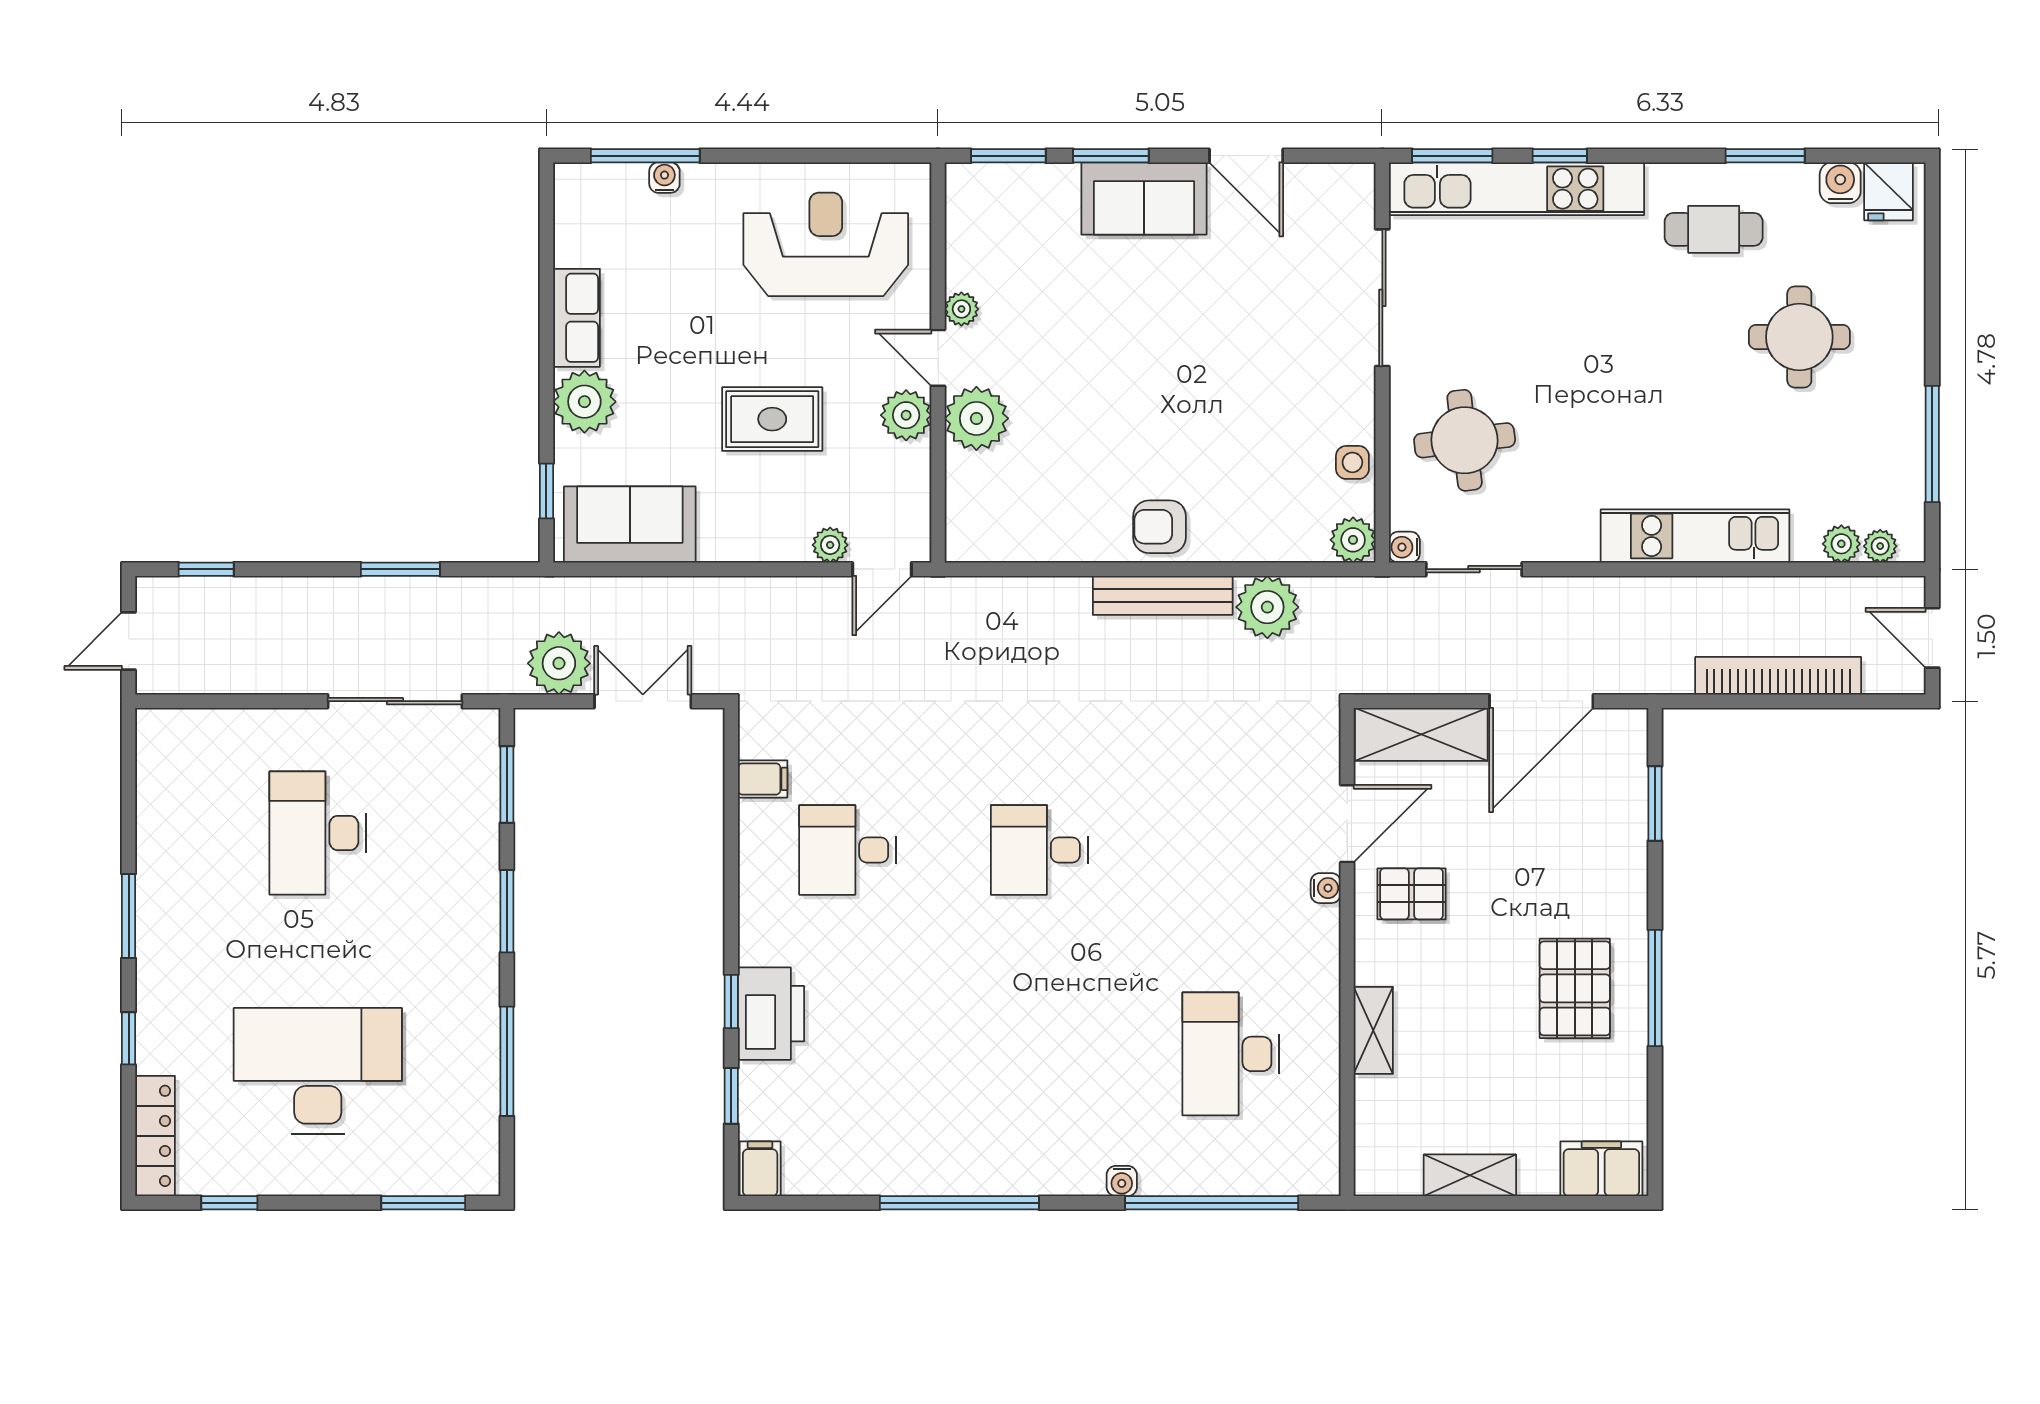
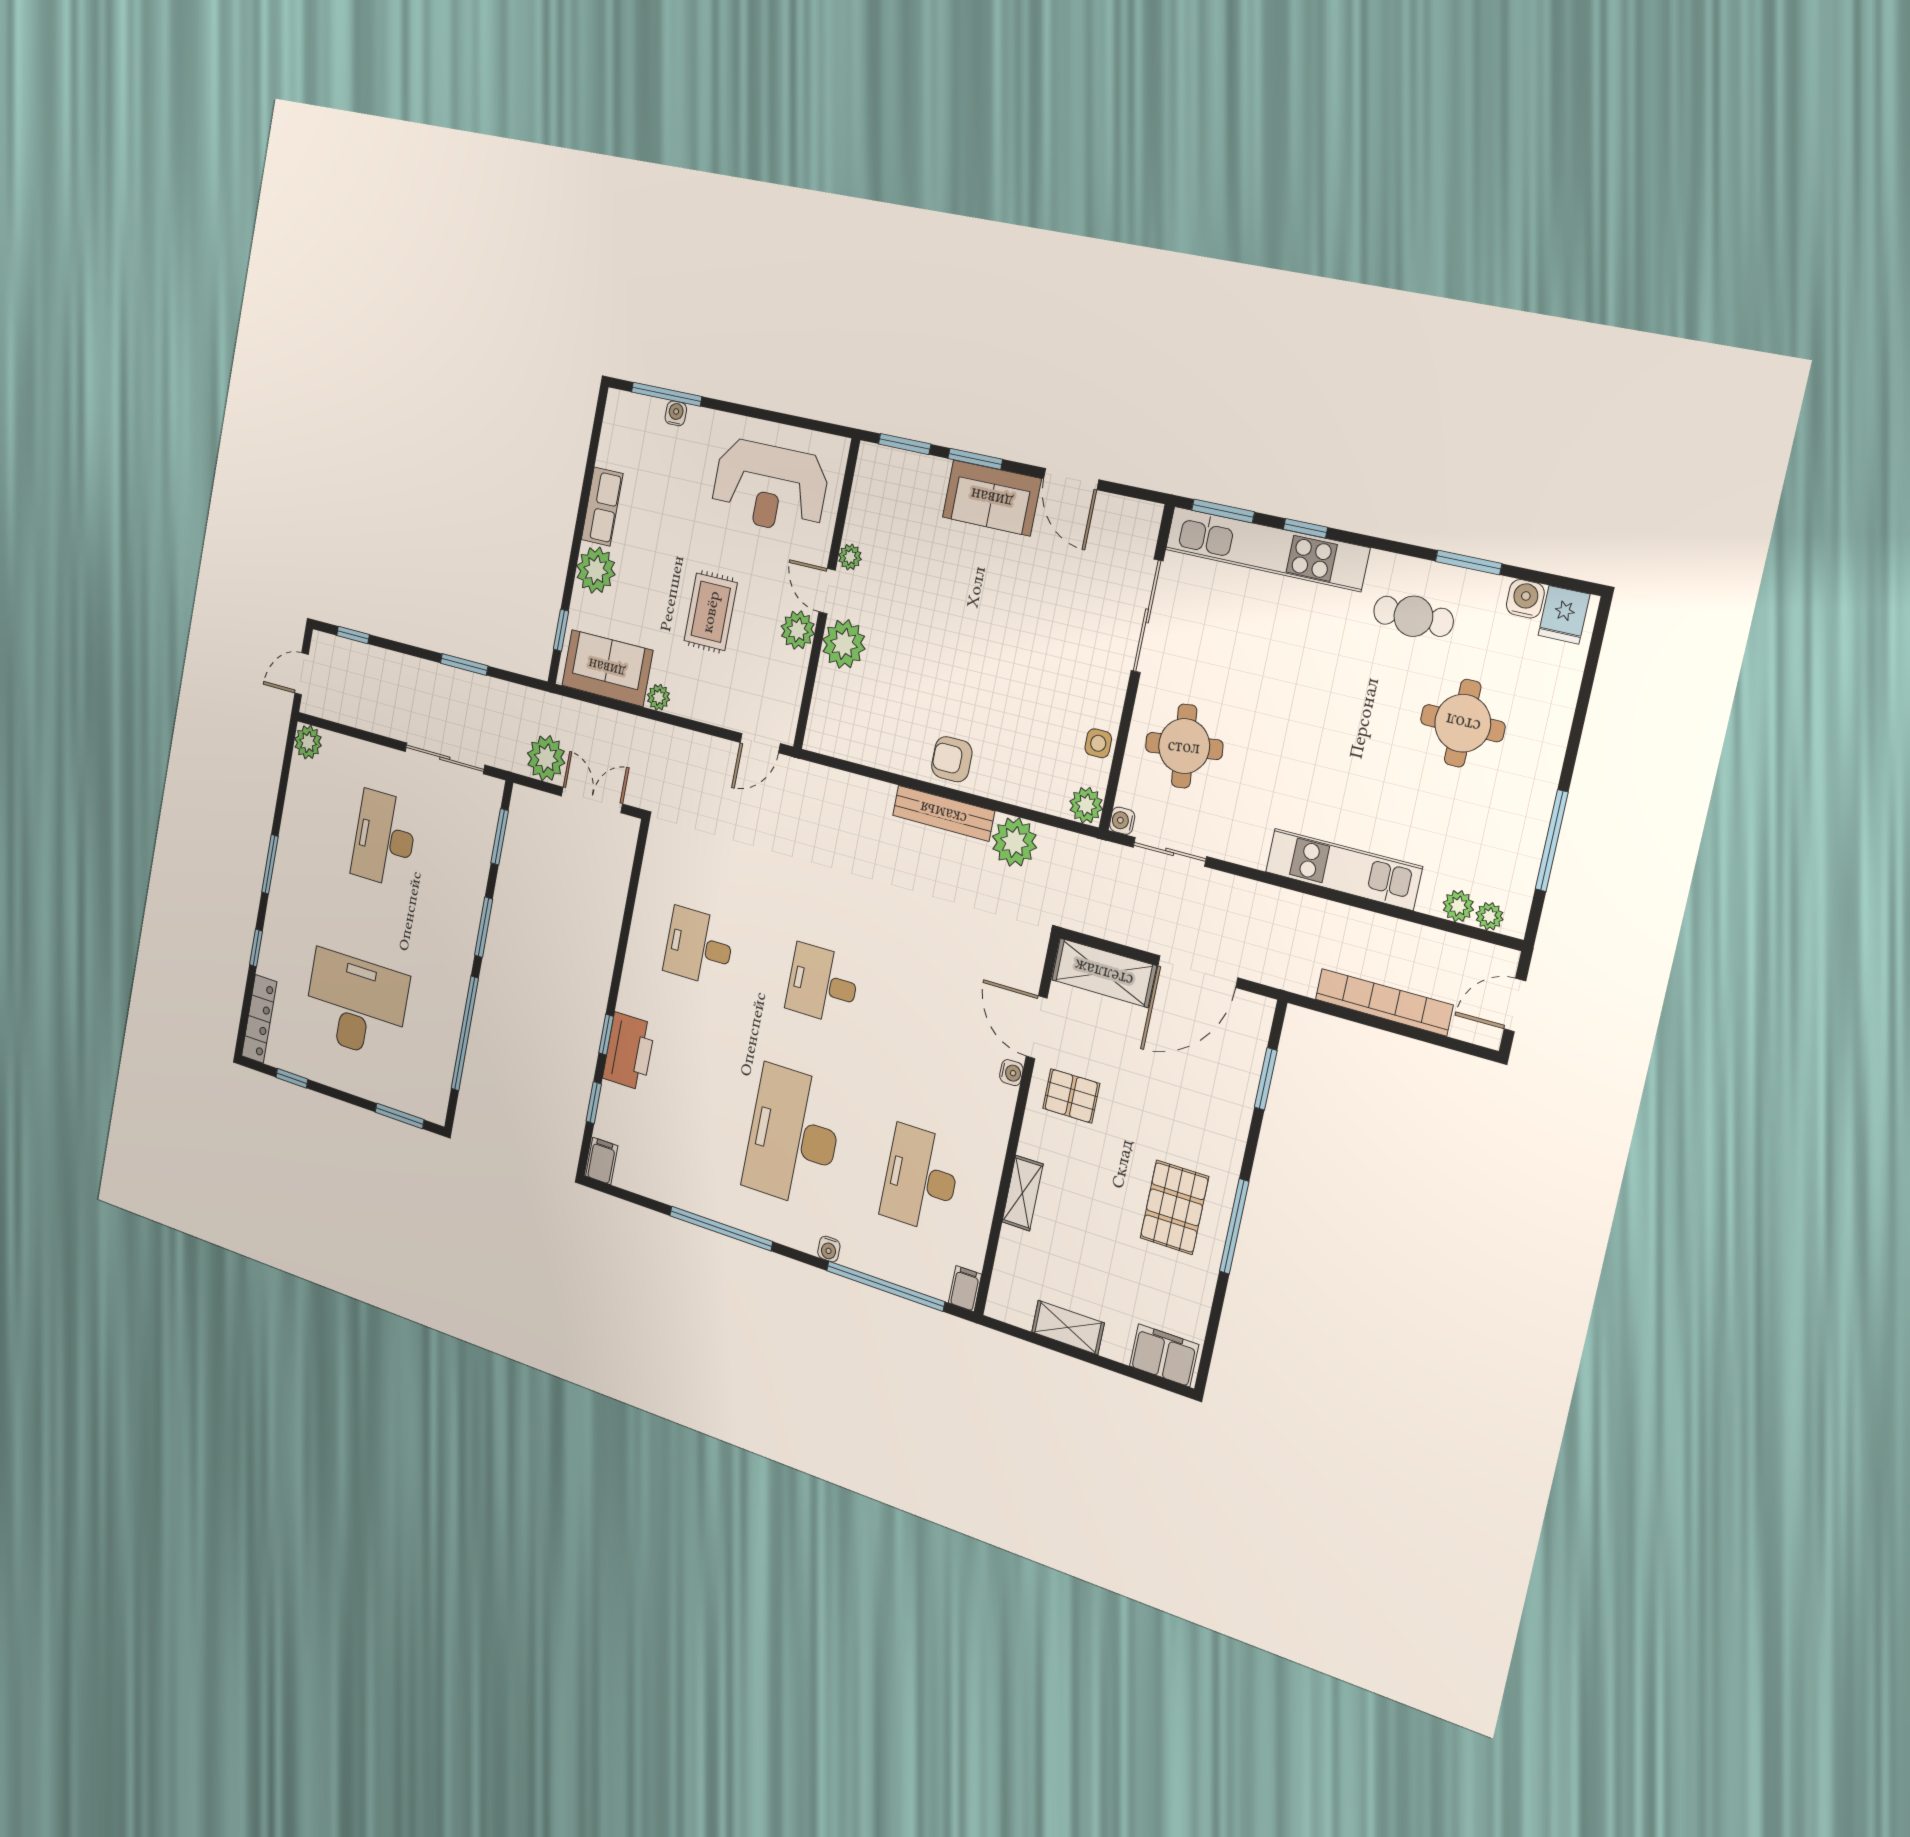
reception desk: (826, 244) -> (770, 487), turned 180
rug: (772, 419) -> (711, 612), turned 90
plant: (830, 545) -> (658, 697), moved
door: (1932, 638) -> (1515, 1005), hinge flipped
plant: (159, 732) -> (308, 742), added
filing cabinet: (763, 779) -> (965, 1289), moved, turned -90
door: (1347, 824) -> (1037, 1027), swing flipped
desk: (1039, 1054) -> (793, 1136), added
window: (507, 1061) -> (465, 1034), width x1.46

